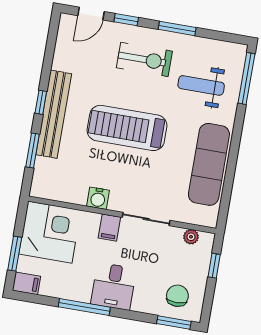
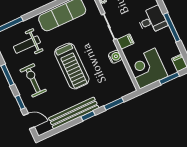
weight bench: (201, 85) -> (27, 45), turned 90
bench: (54, 114) -> (74, 113), moved

